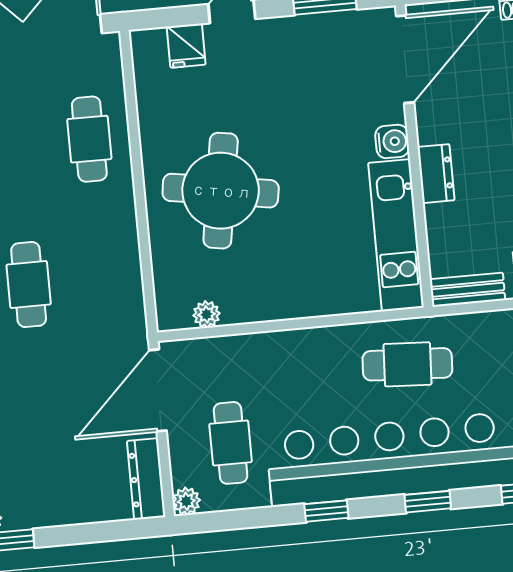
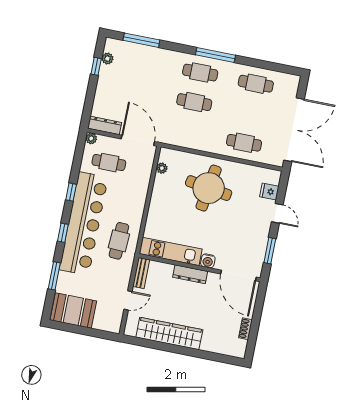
dresser: (436, 174) -> (190, 274), width x1.44

